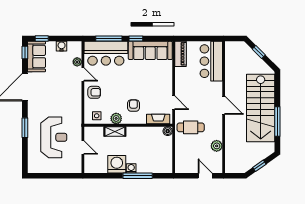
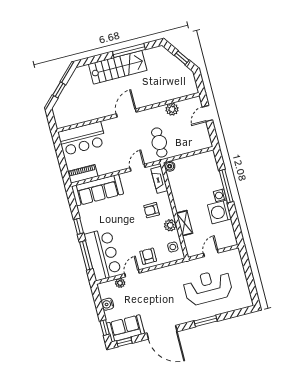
sofa: (150, 50) -> (97, 190), moved, turned 90
stairs: (261, 108) -> (118, 67), width x0.73, depth x0.66

